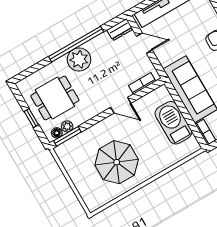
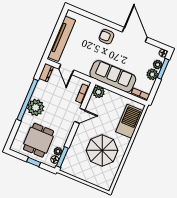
door: (144, 43) -> (66, 70), swing flipped
plant: (161, 95) -> (99, 92), added
barbecue: (173, 123) -> (129, 121), moved, turned 90

